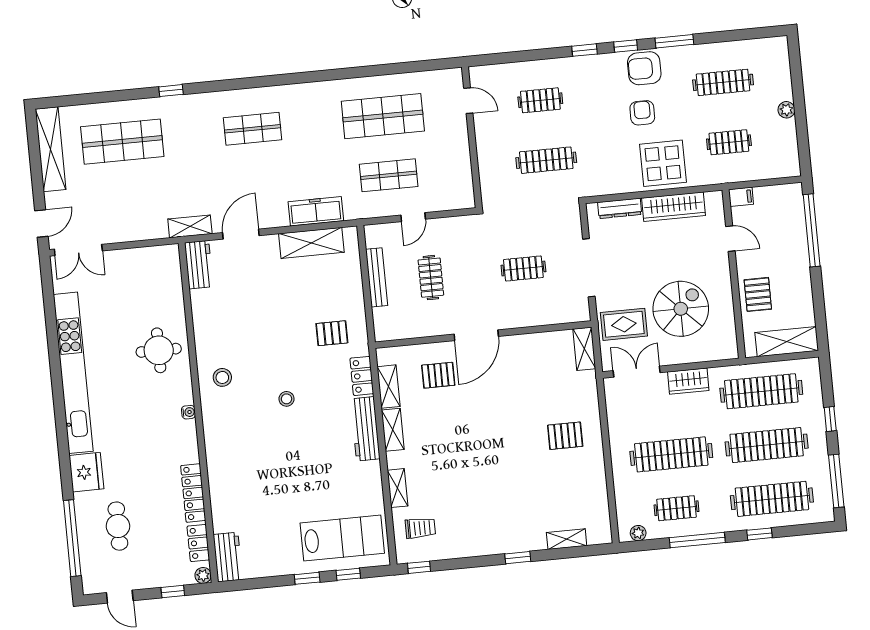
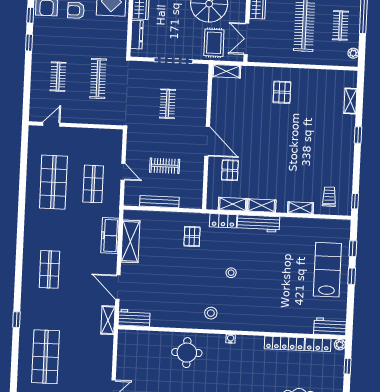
lab bench: (342, 538) -> (327, 270), moved

